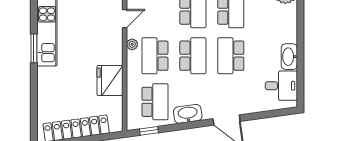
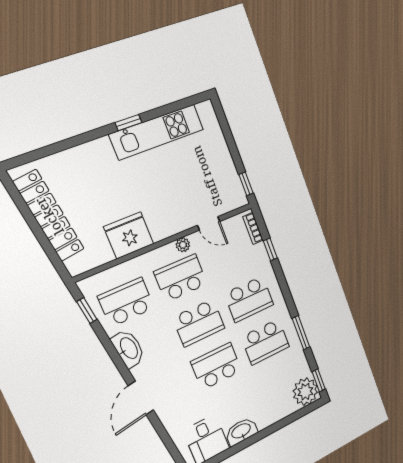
window: (34, 48) -> (129, 123), width x0.67
school desk: (155, 102) -> (126, 302), turned 180

